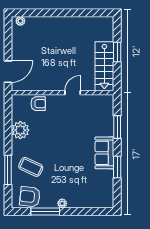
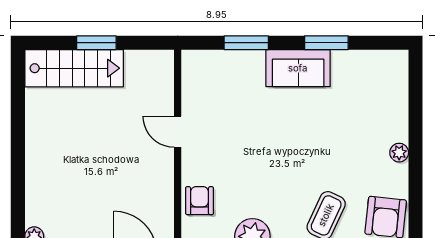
stairs: (104, 66) -> (74, 68), moved
window: (45, 212) -> (415, 187), removed

